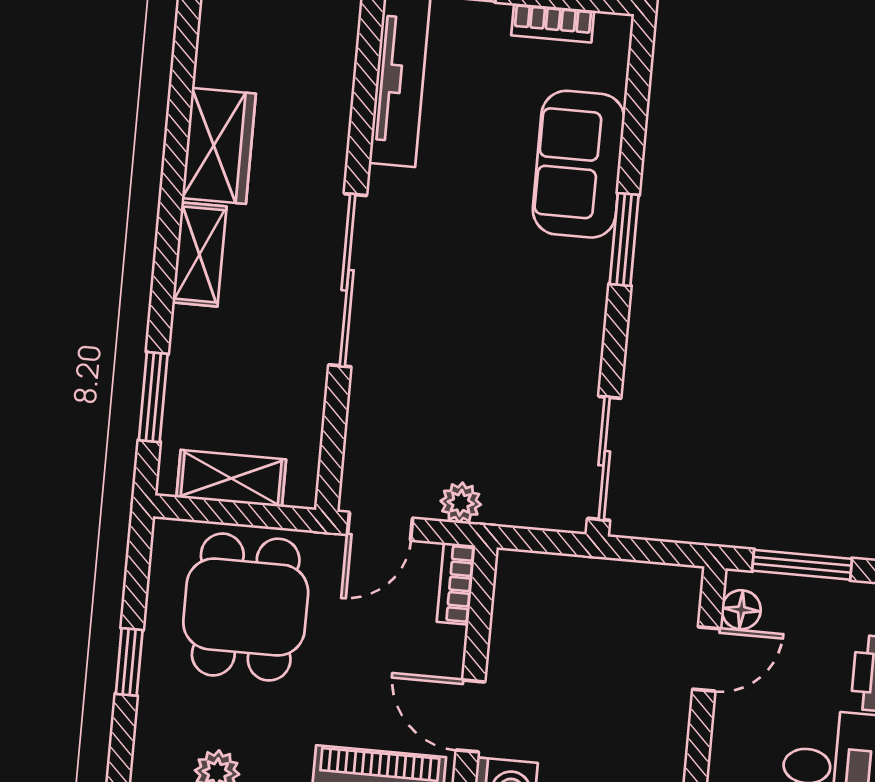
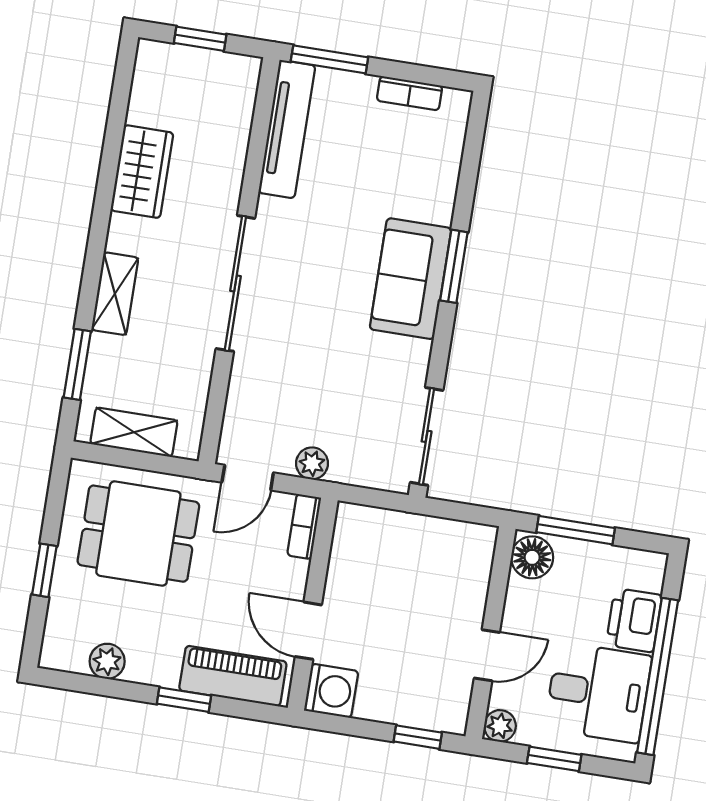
sofa: (579, 164) -> (411, 279), moved
shelving: (199, 254) -> (115, 294), moved
dining table: (246, 607) -> (138, 534), turned 90
floor lamp: (741, 610) -> (532, 557), width x1.37, depth x1.37
door: (707, 659) -> (487, 655), moved

